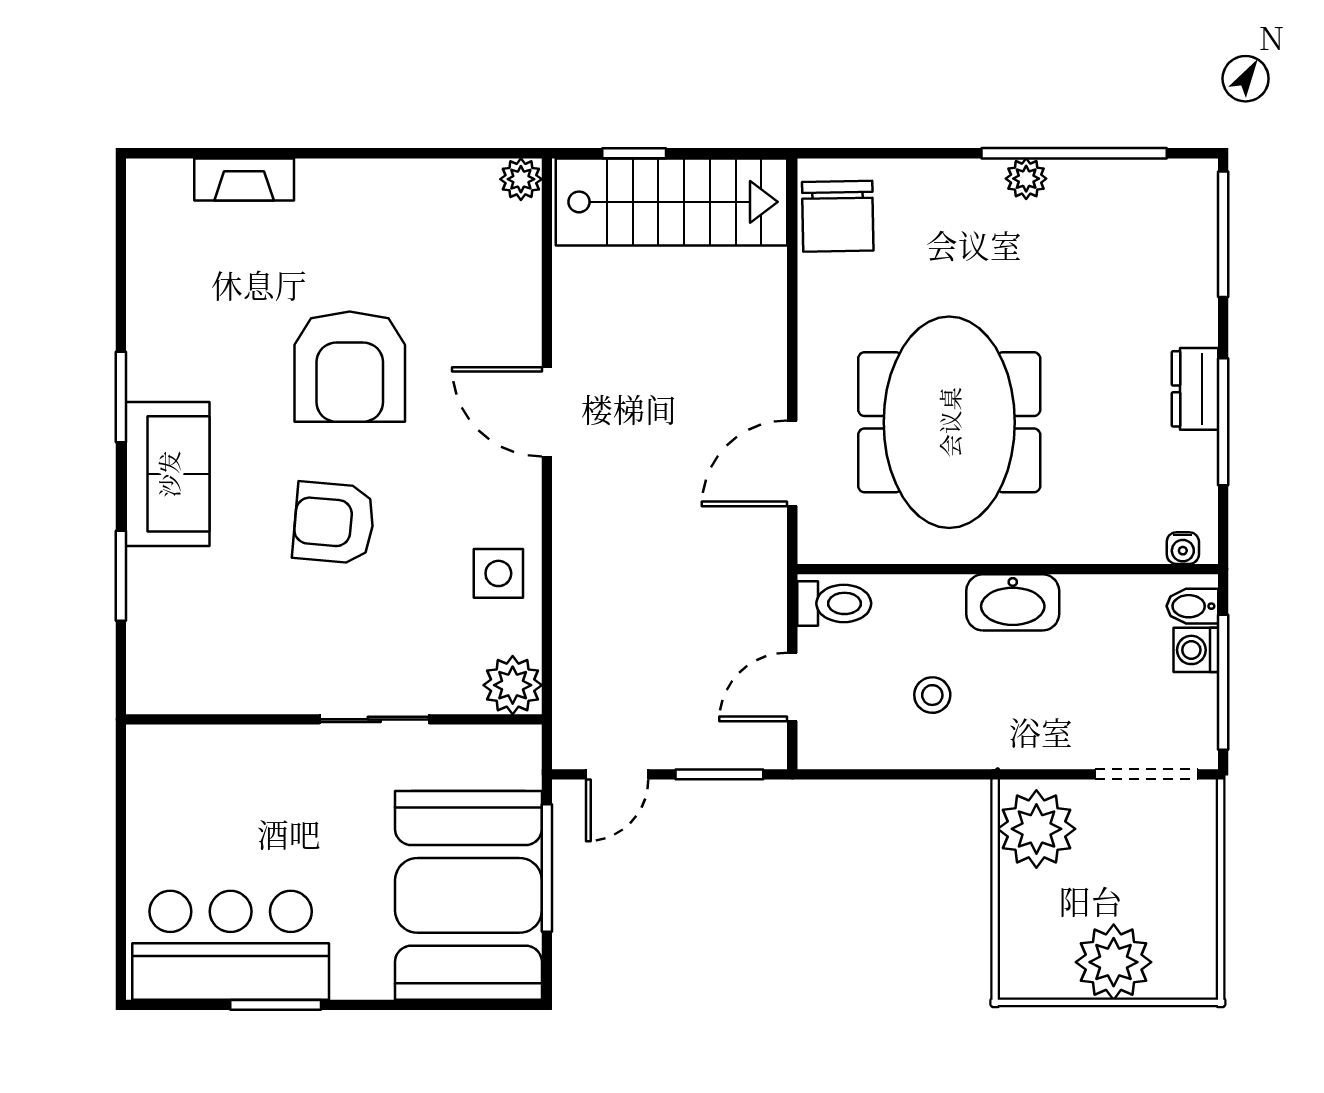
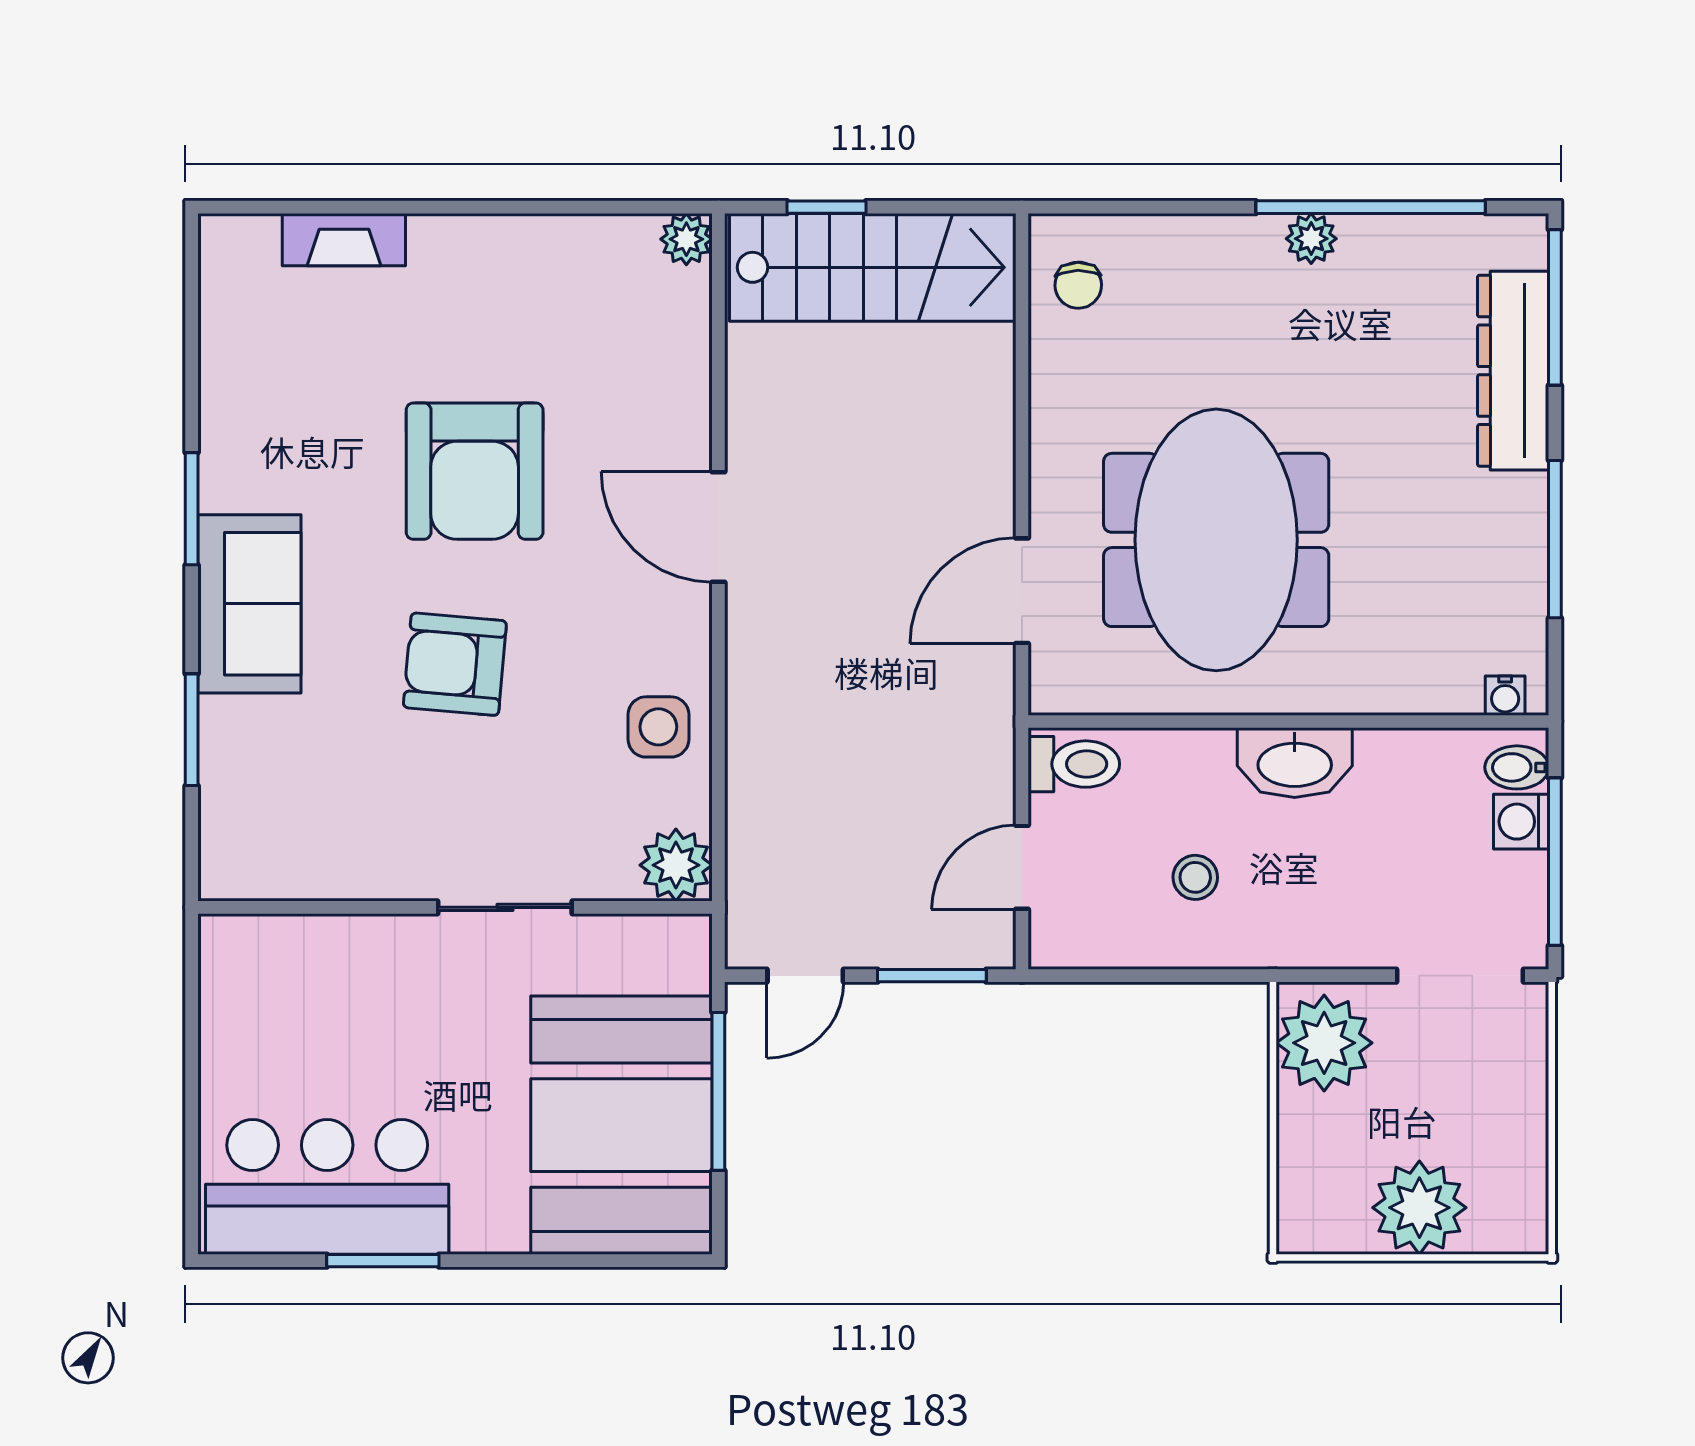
chair: (838, 216) -> (1078, 285), width x0.54, depth x0.54
dresser: (1195, 389) -> (1513, 371), moved, width x1.96, depth x1.24

